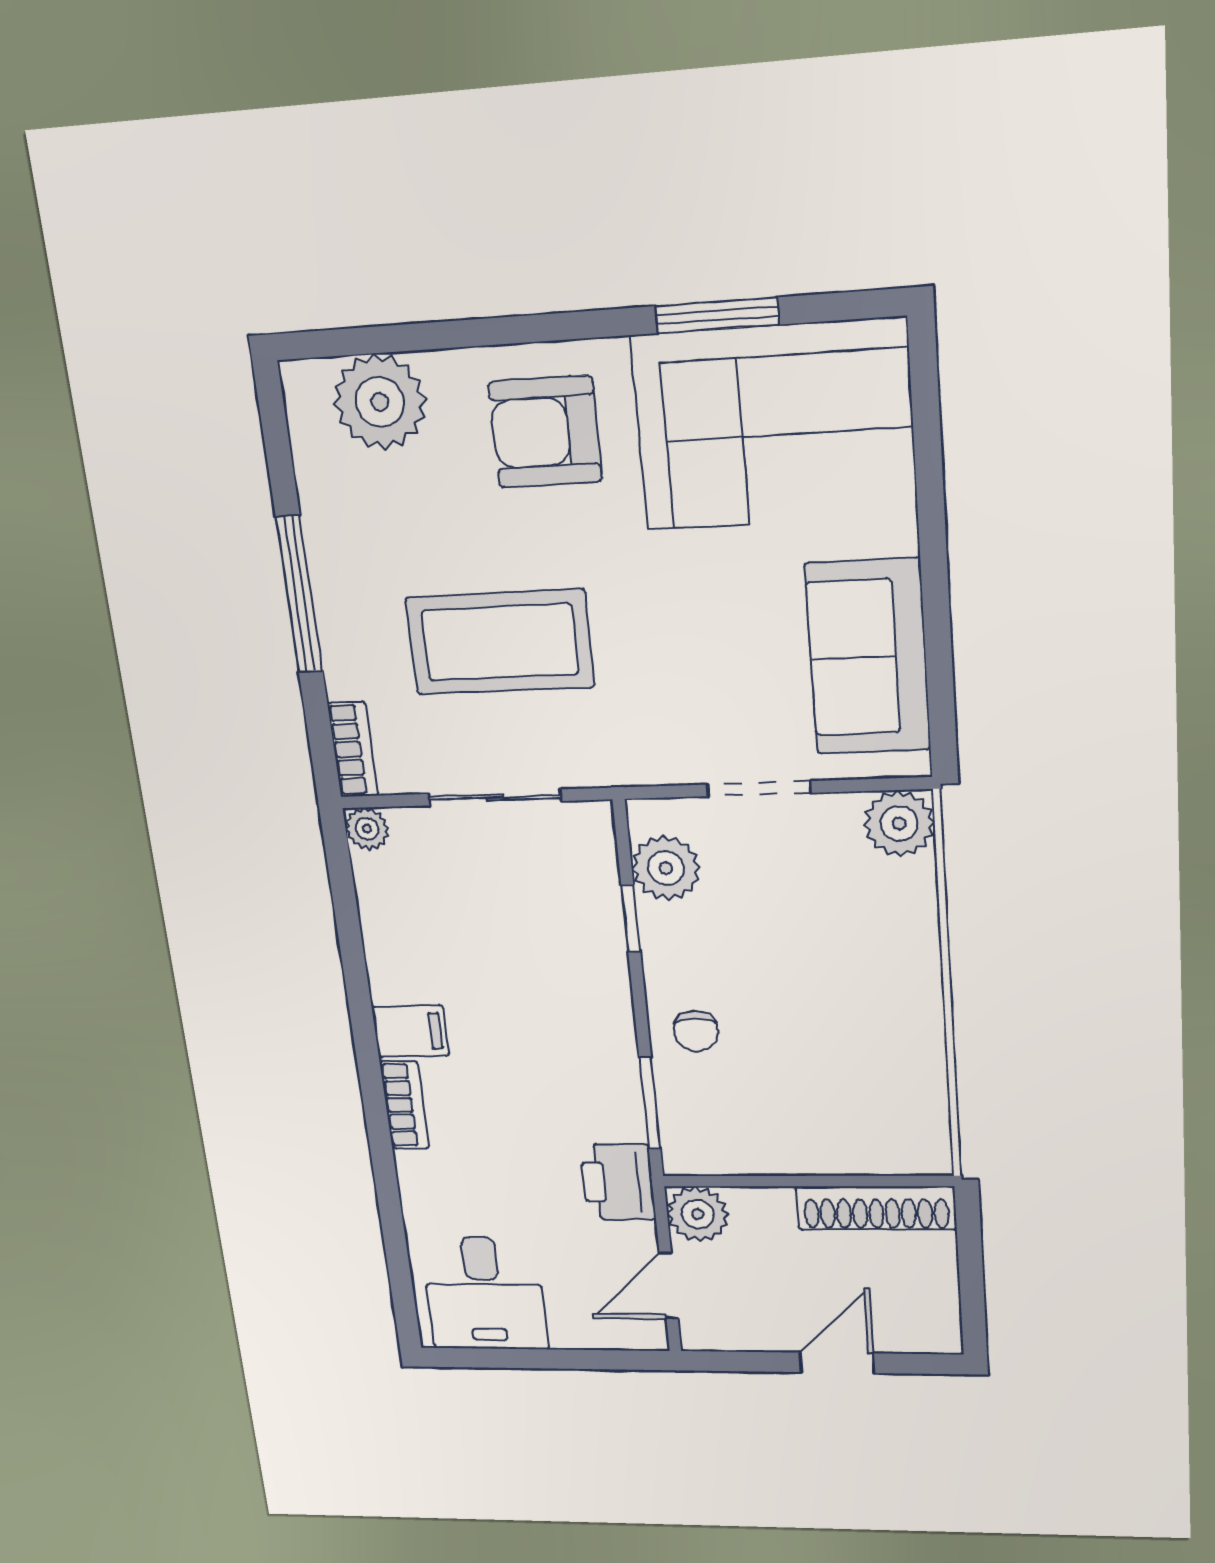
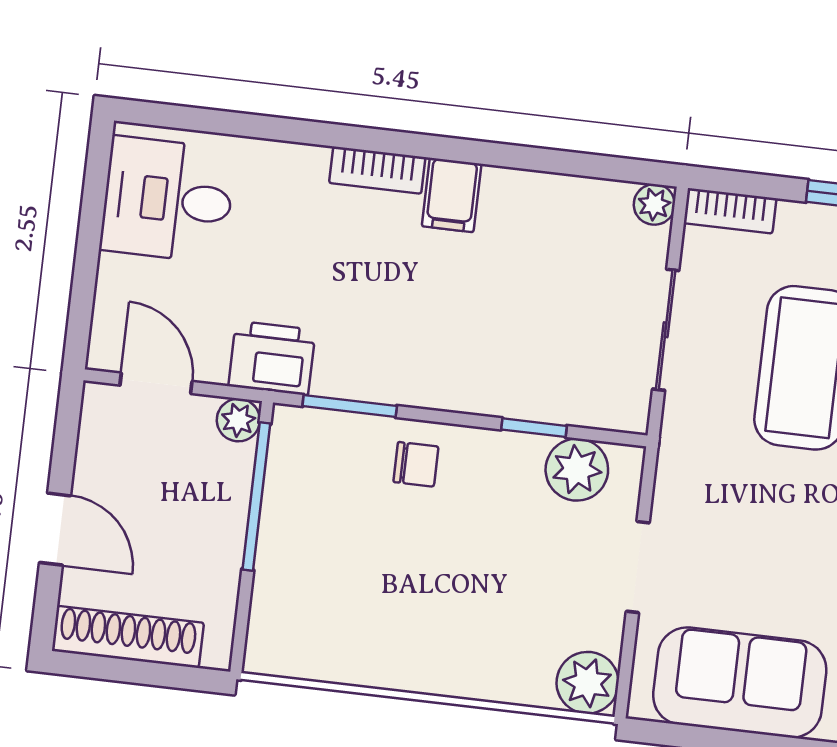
chair: (696, 1031) -> (416, 464), turned 180
window: (764, 1181) -> (256, 497), added
shoe rack: (876, 1208) -> (128, 637), moved, turned 90
plant: (698, 1214) -> (238, 420), width x0.73, depth x0.73

